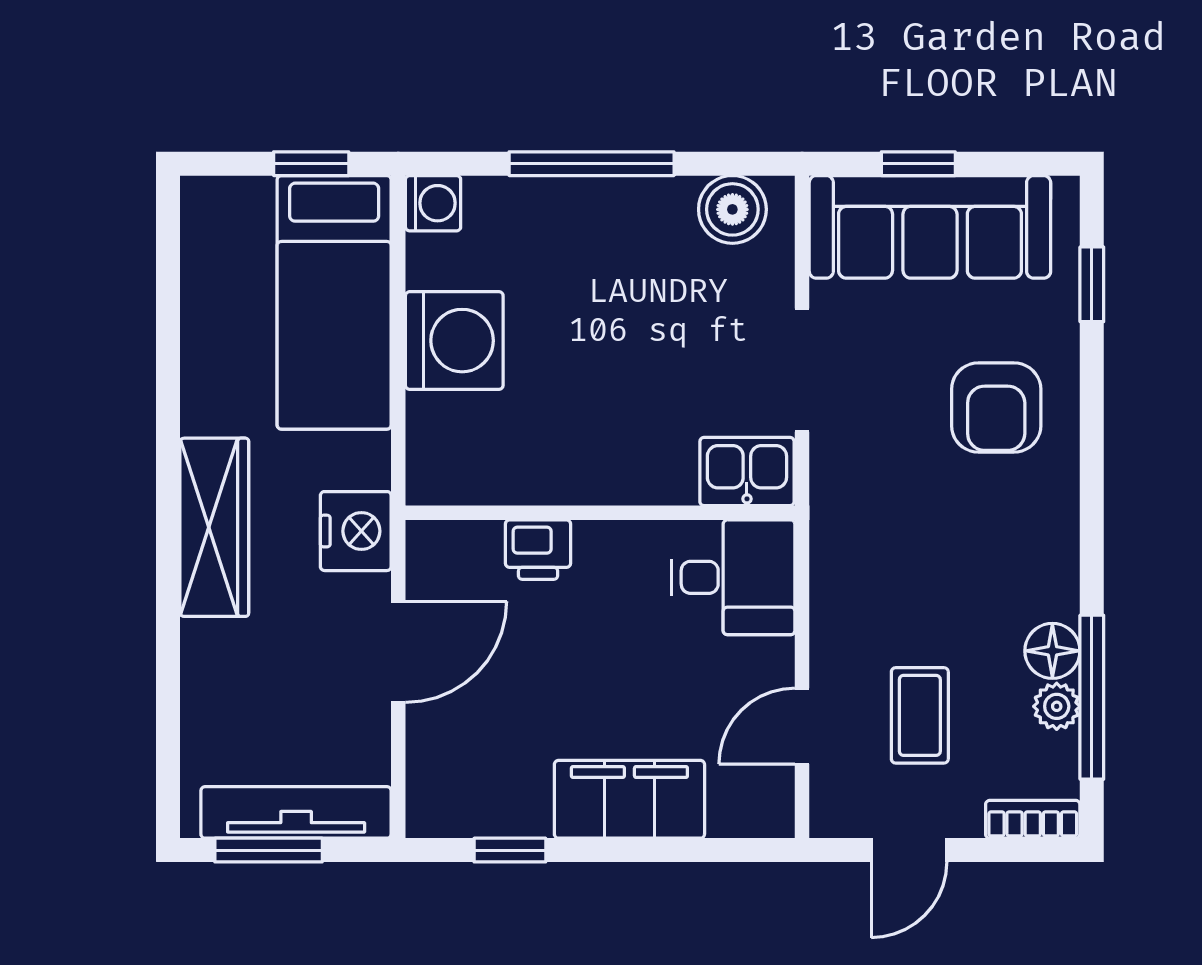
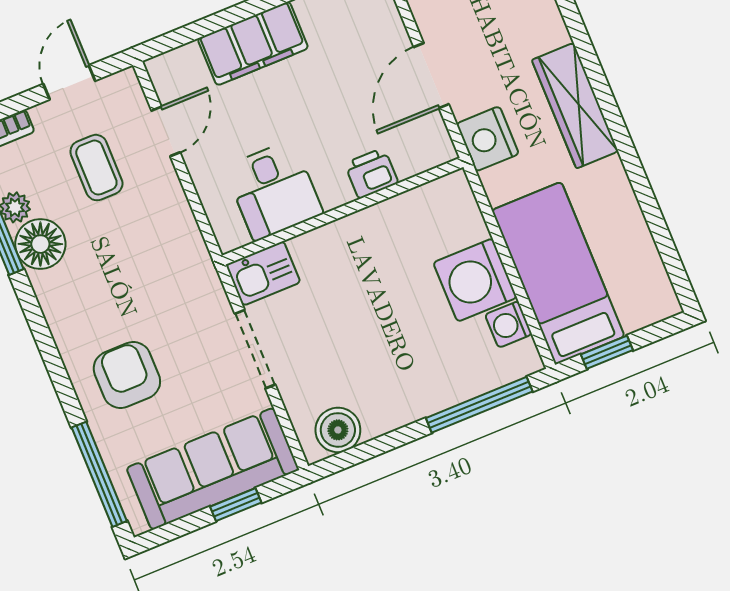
window: (592, 164) -> (479, 405), moved
washing machine: (433, 203) -> (508, 324), moved
window: (1092, 284) -> (99, 474), width x2.17
desk: (733, 577) -> (274, 190), moved, turned -90
floor lamp: (1052, 651) -> (40, 244), width x1.38, depth x1.38

